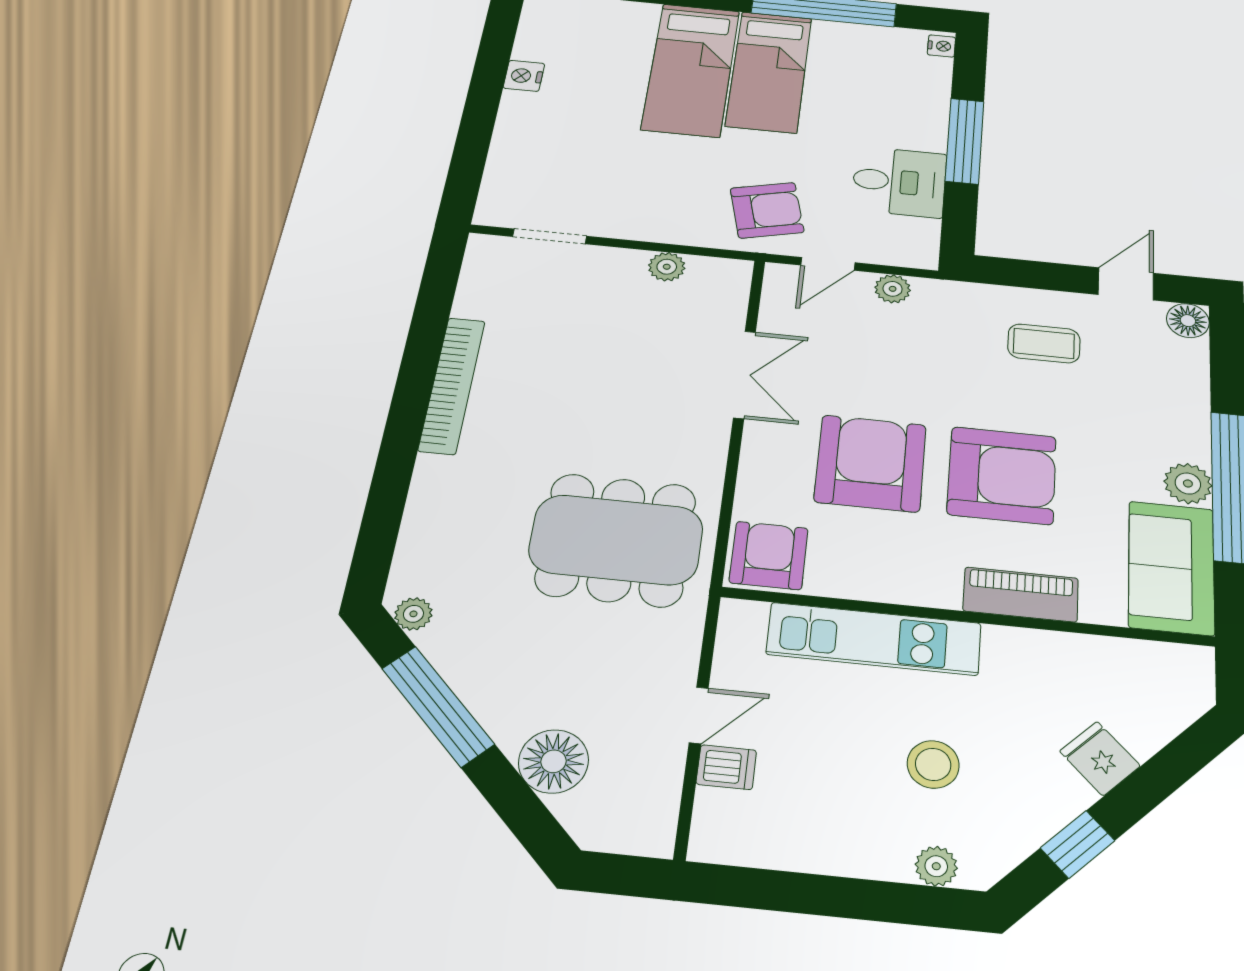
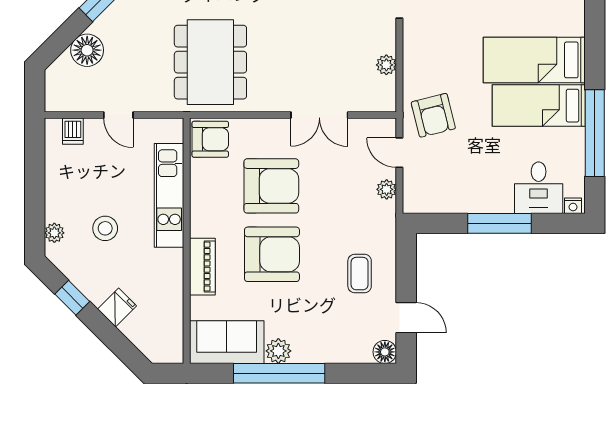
desk: (899, 182) -> (539, 188), moved
armchair: (1002, 475) -> (272, 254), turned -90
dishwasher: (726, 767) -> (73, 131), moved

